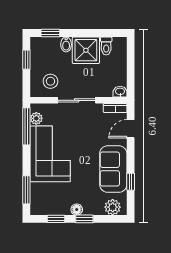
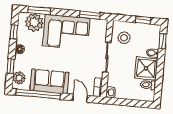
plant: (36, 118) -> (34, 22), moved, width x1.88, depth x1.88
window: (26, 126) -> (90, 15), width x0.69
window: (131, 182) -> (38, 94), width x3.17
window: (84, 219) -> (11, 66), moved

